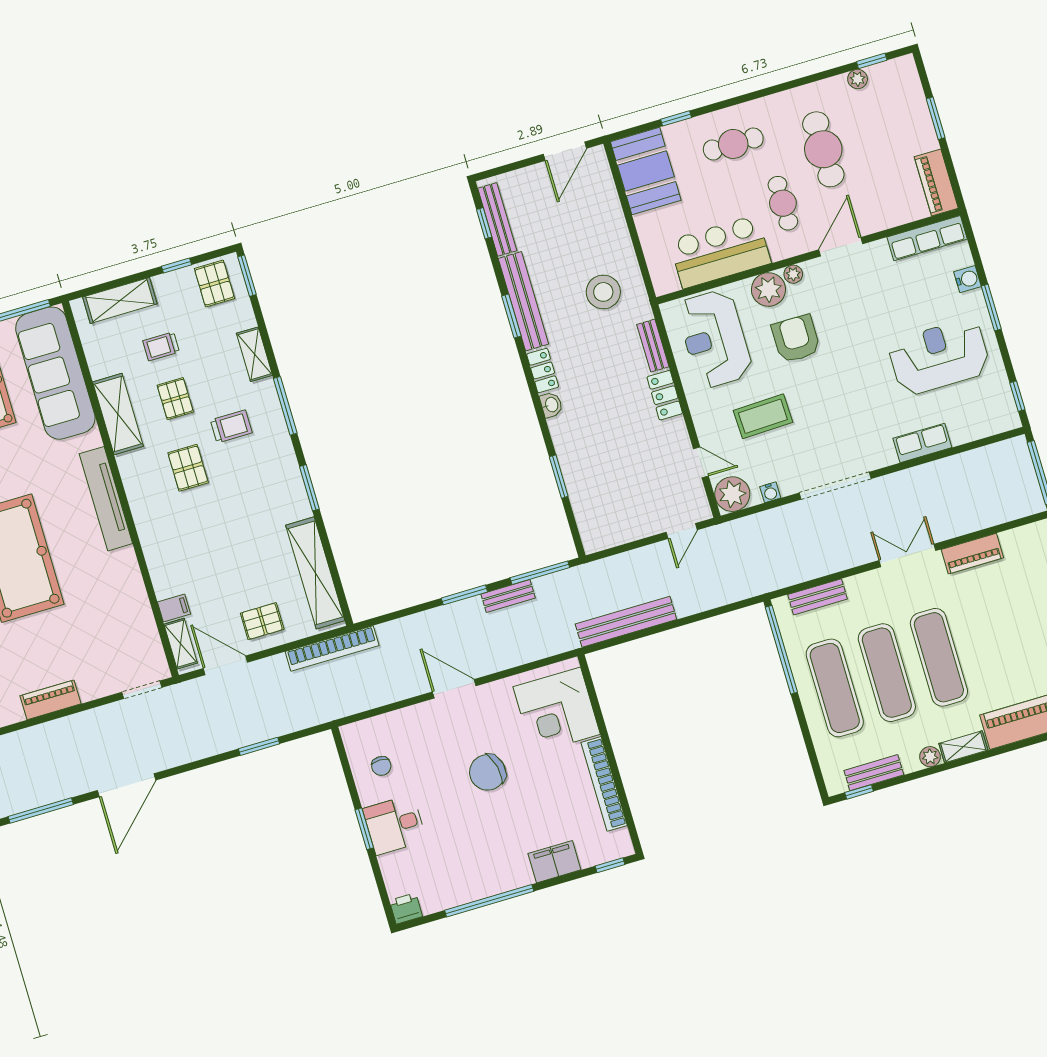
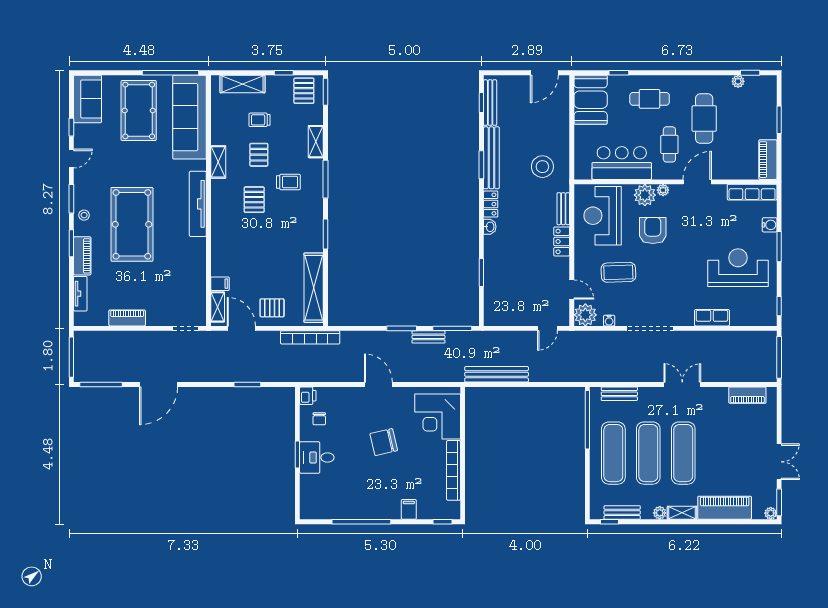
shelving: (118, 414) -> (218, 162), width x0.67, depth x0.75
piano: (972, 554) -> (747, 395), moved
filing cabinet: (554, 862) -> (409, 509), width x0.50
printer: (406, 908) -> (308, 396), moved, turned 90

